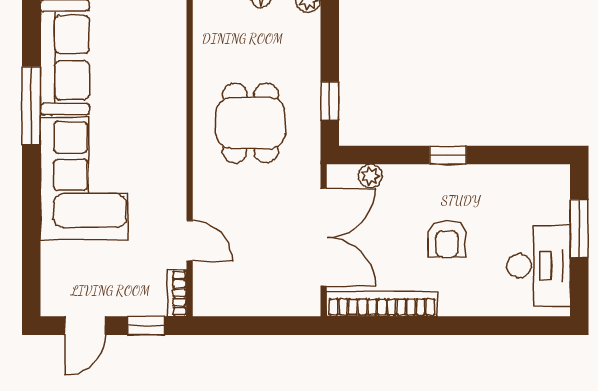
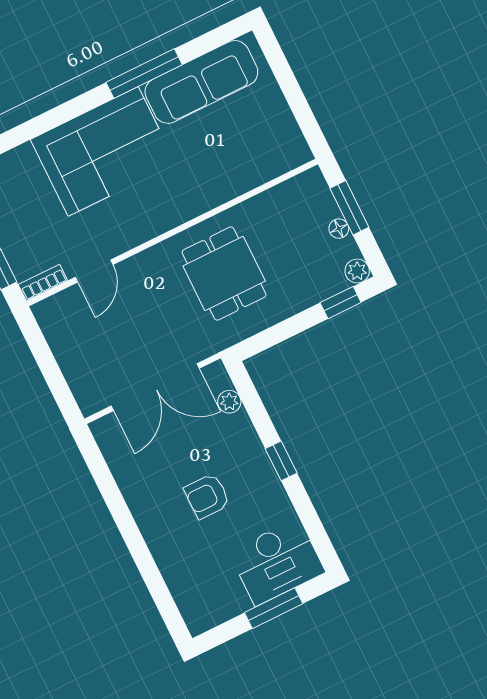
window: (330, 101) -> (341, 303), moved
dining table: (251, 123) -> (224, 274), turned 90
desk: (539, 266) -> (277, 562), moved
bookcase: (382, 304) -> (122, 467), removed

